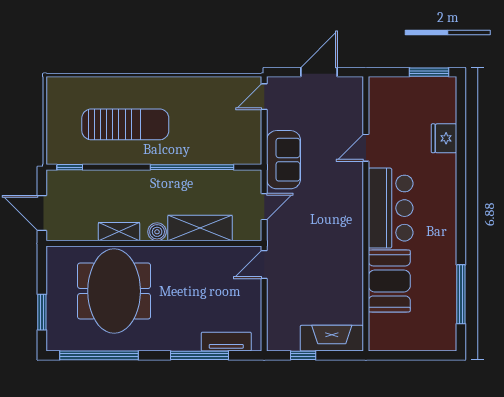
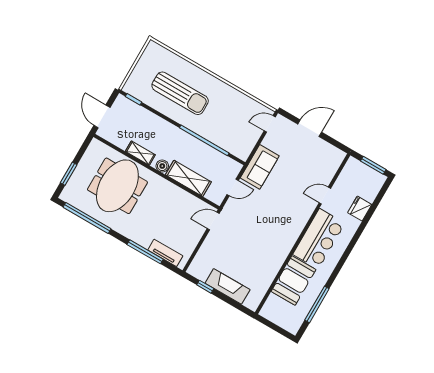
door: (366, 148) -> (325, 196), moved
bar counter: (391, 208) -> (319, 239), moved
wall: (366, 214) -> (303, 234), moved
booth: (389, 281) -> (294, 281), moved

